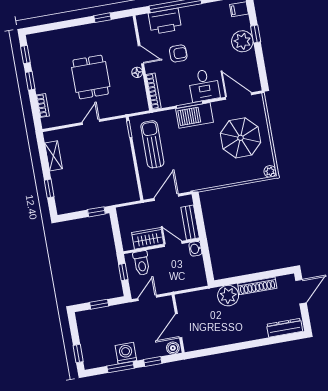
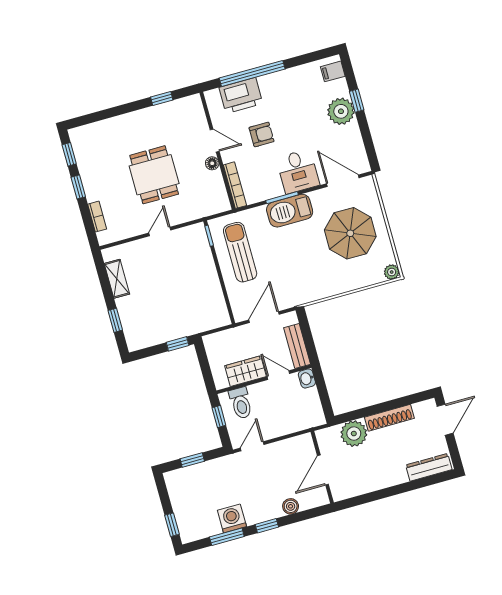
wall: (178, 324) -> (322, 467), moved
door: (179, 326) -> (323, 470), moved

